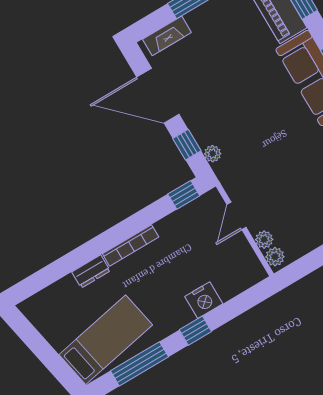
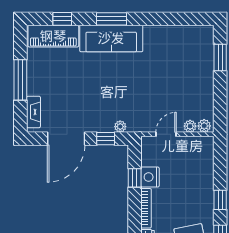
window: (184, 195) -> (135, 178), moved
door: (237, 216) -> (166, 134), swing flipped
nightstand: (204, 300) -> (150, 177), moved, turned 180

